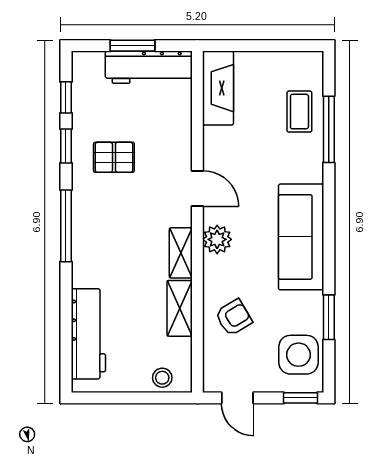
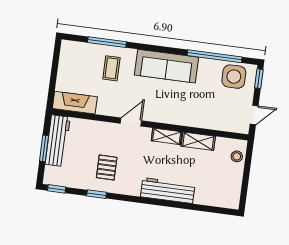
window: (66, 97) -> (57, 189), moved
coffee table: (299, 112) -> (111, 68), moved, turned 90
window: (66, 226) -> (142, 200), removed
plant: (217, 239) -> (162, 115), removed
window: (329, 317) -> (215, 56), width x2.11
armchair: (234, 318) -> (208, 111), removed
workbench: (88, 334) -> (168, 191), moved

